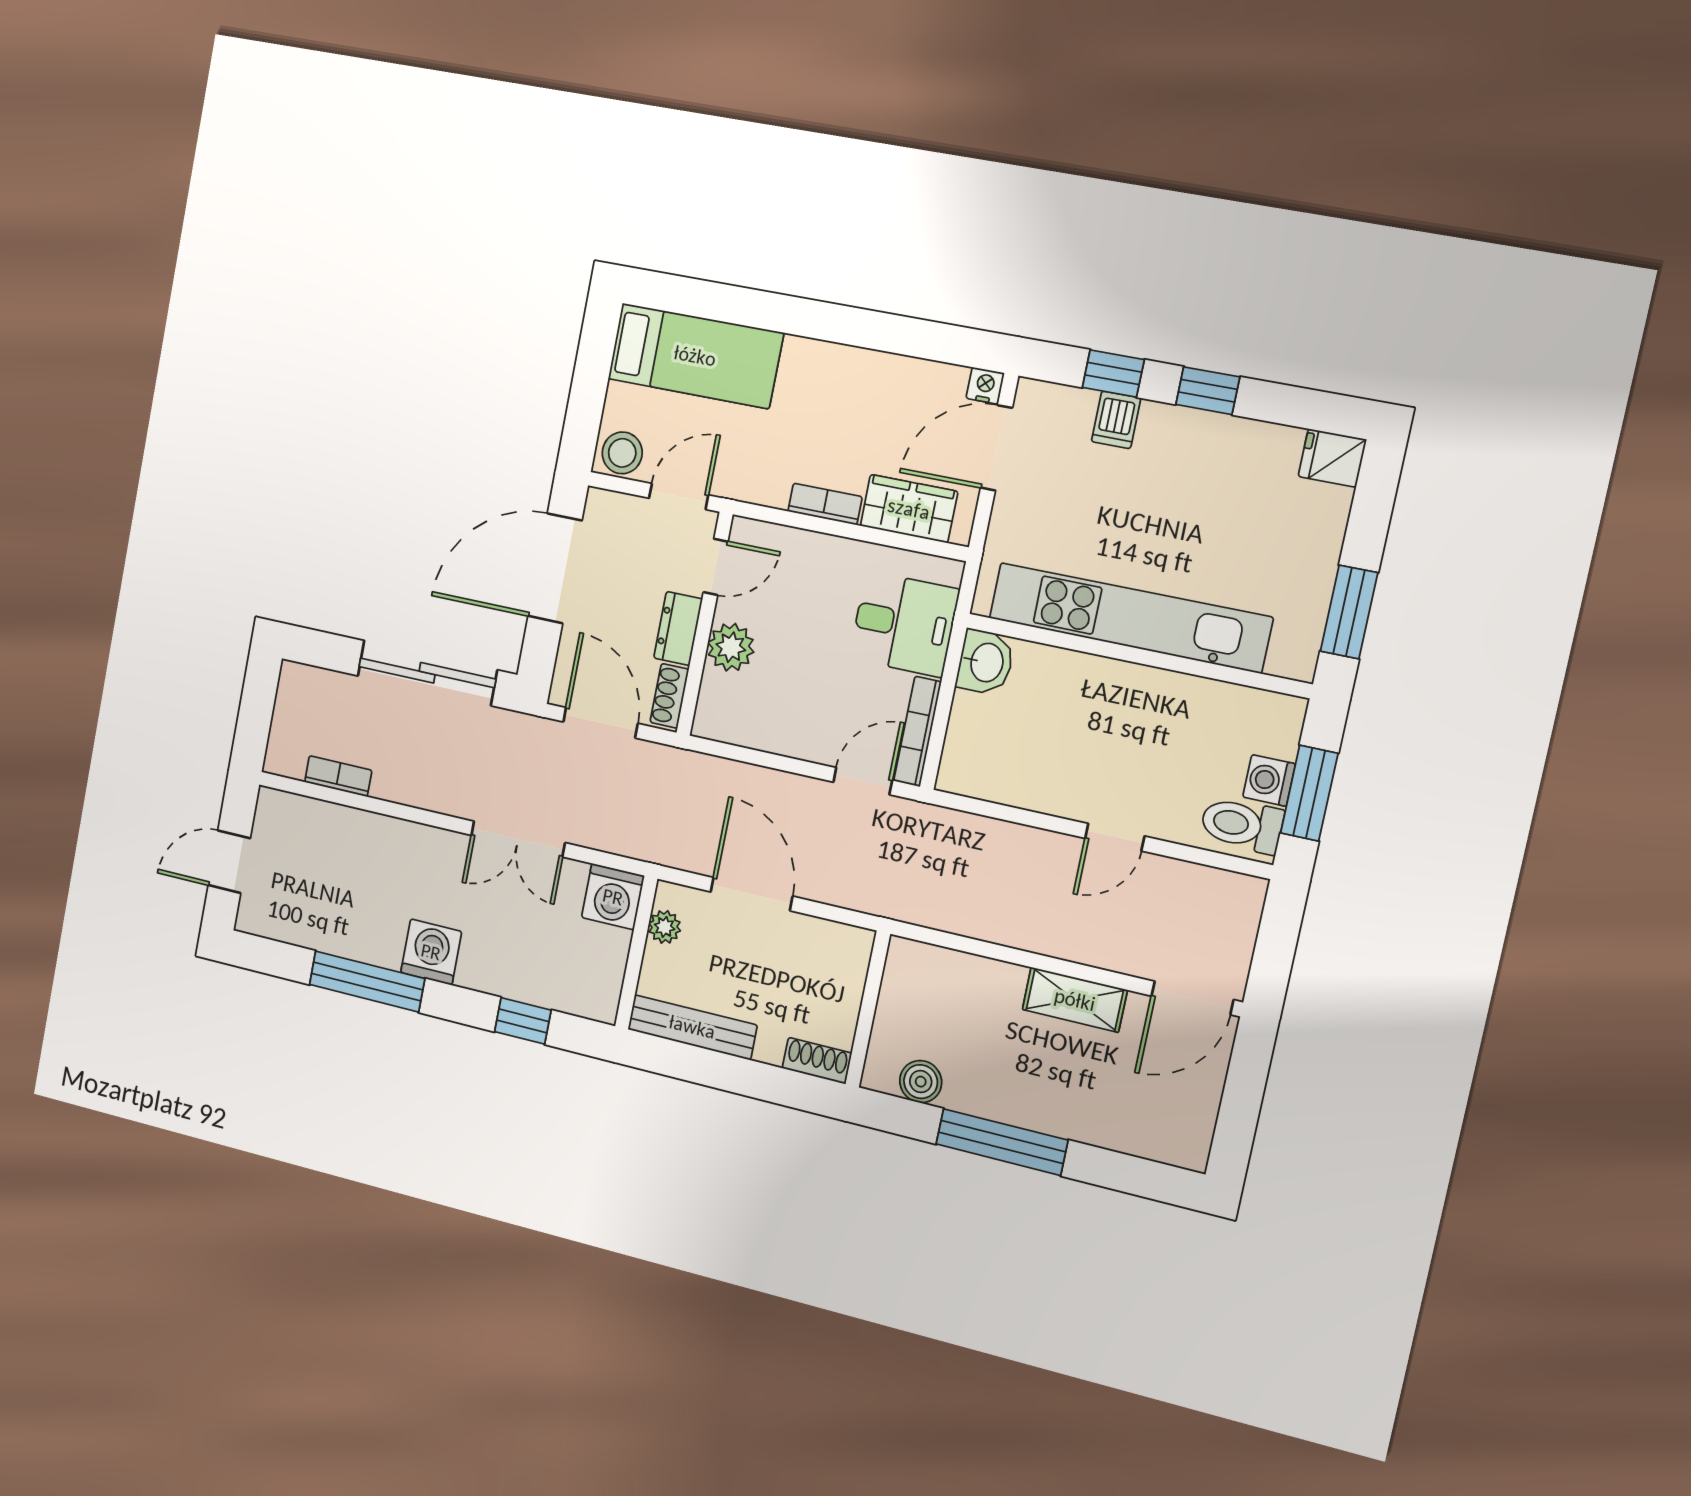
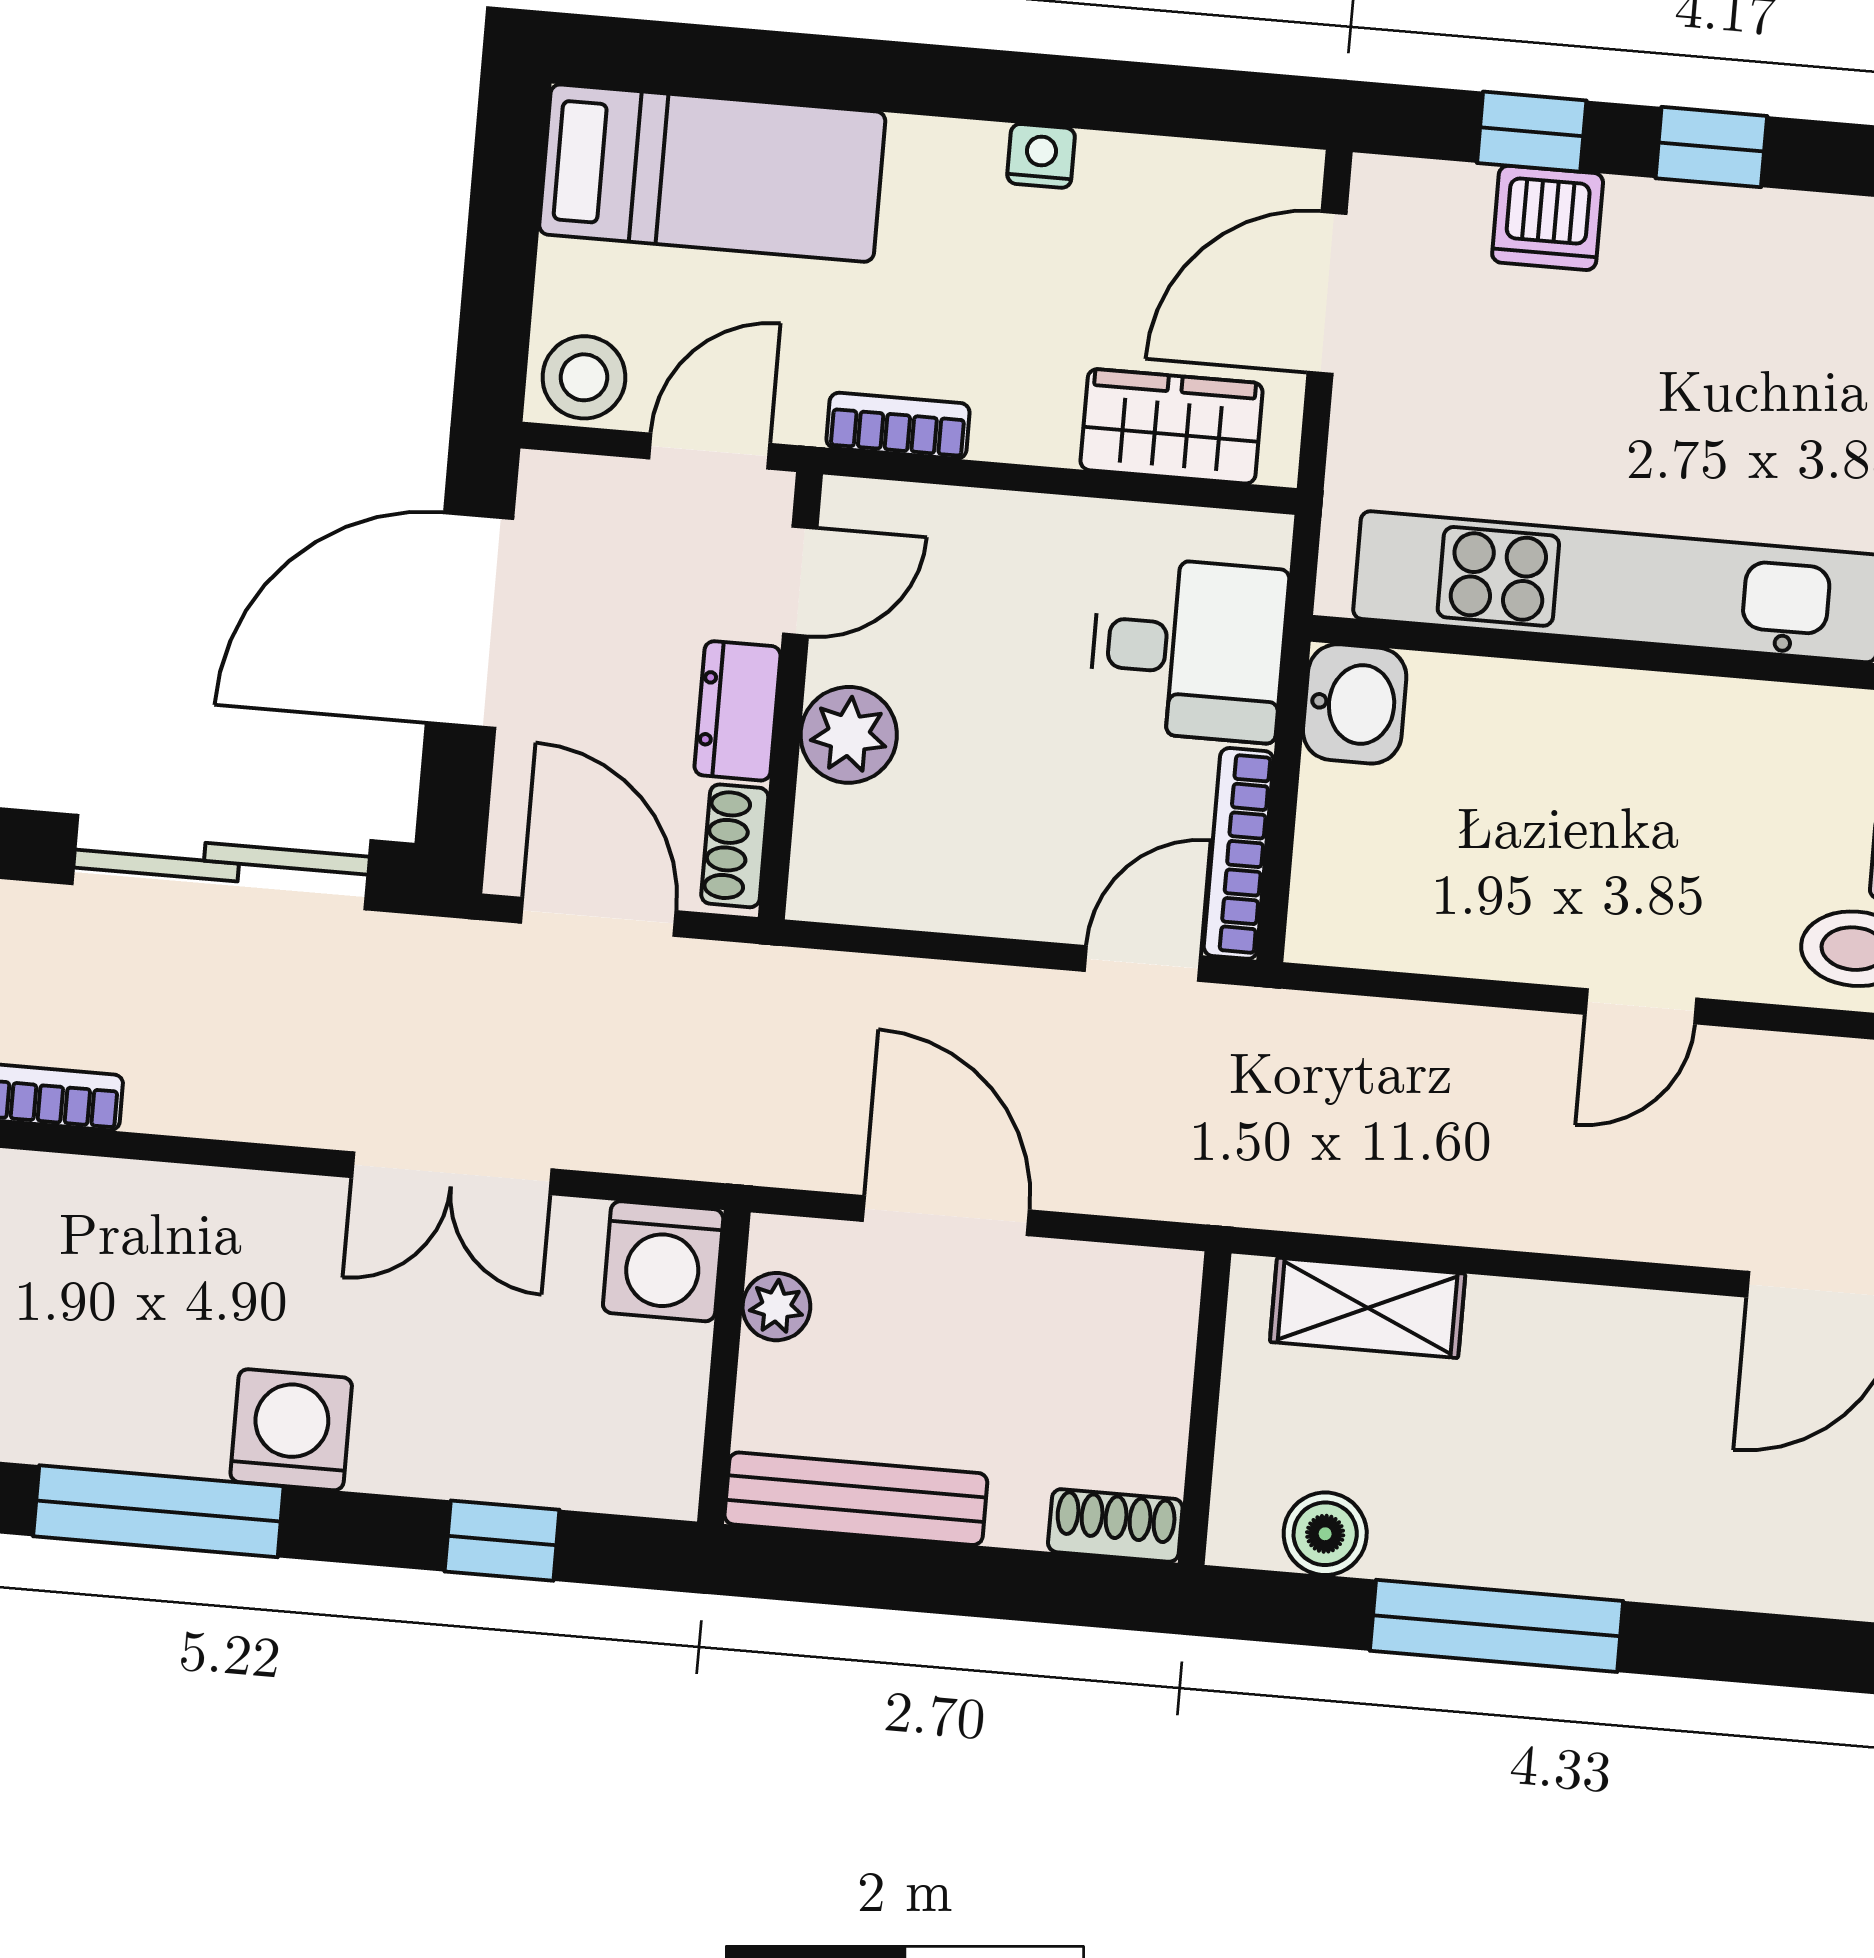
nightstand: (985, 386) -> (1041, 156), moved
dishwasher: (1116, 420) -> (1548, 218), width x1.38
bookcase: (825, 504) -> (898, 426), moved
shelving: (1075, 1000) -> (1368, 1308), moved

